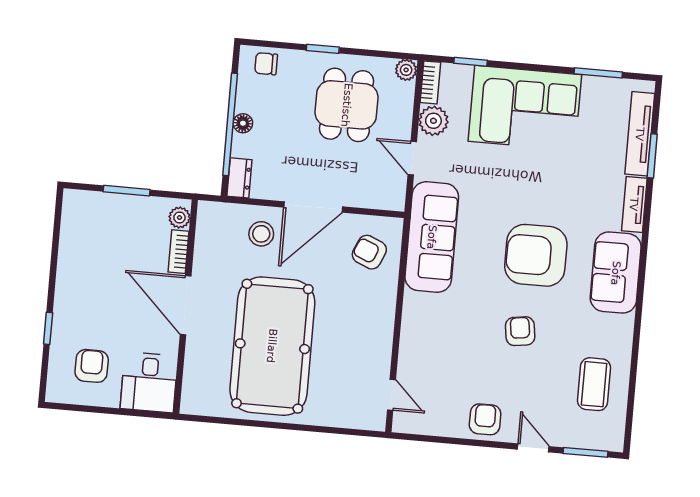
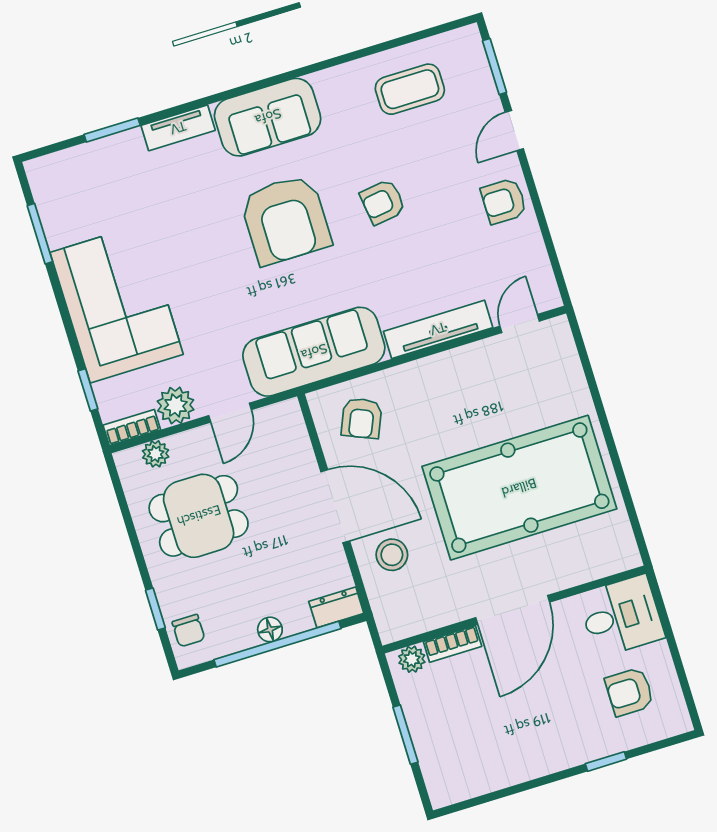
window: (323, 49) -> (155, 609), moved
plant: (406, 70) -> (156, 454), moved
tv unit: (640, 134) -> (438, 329), moved, turned 180

